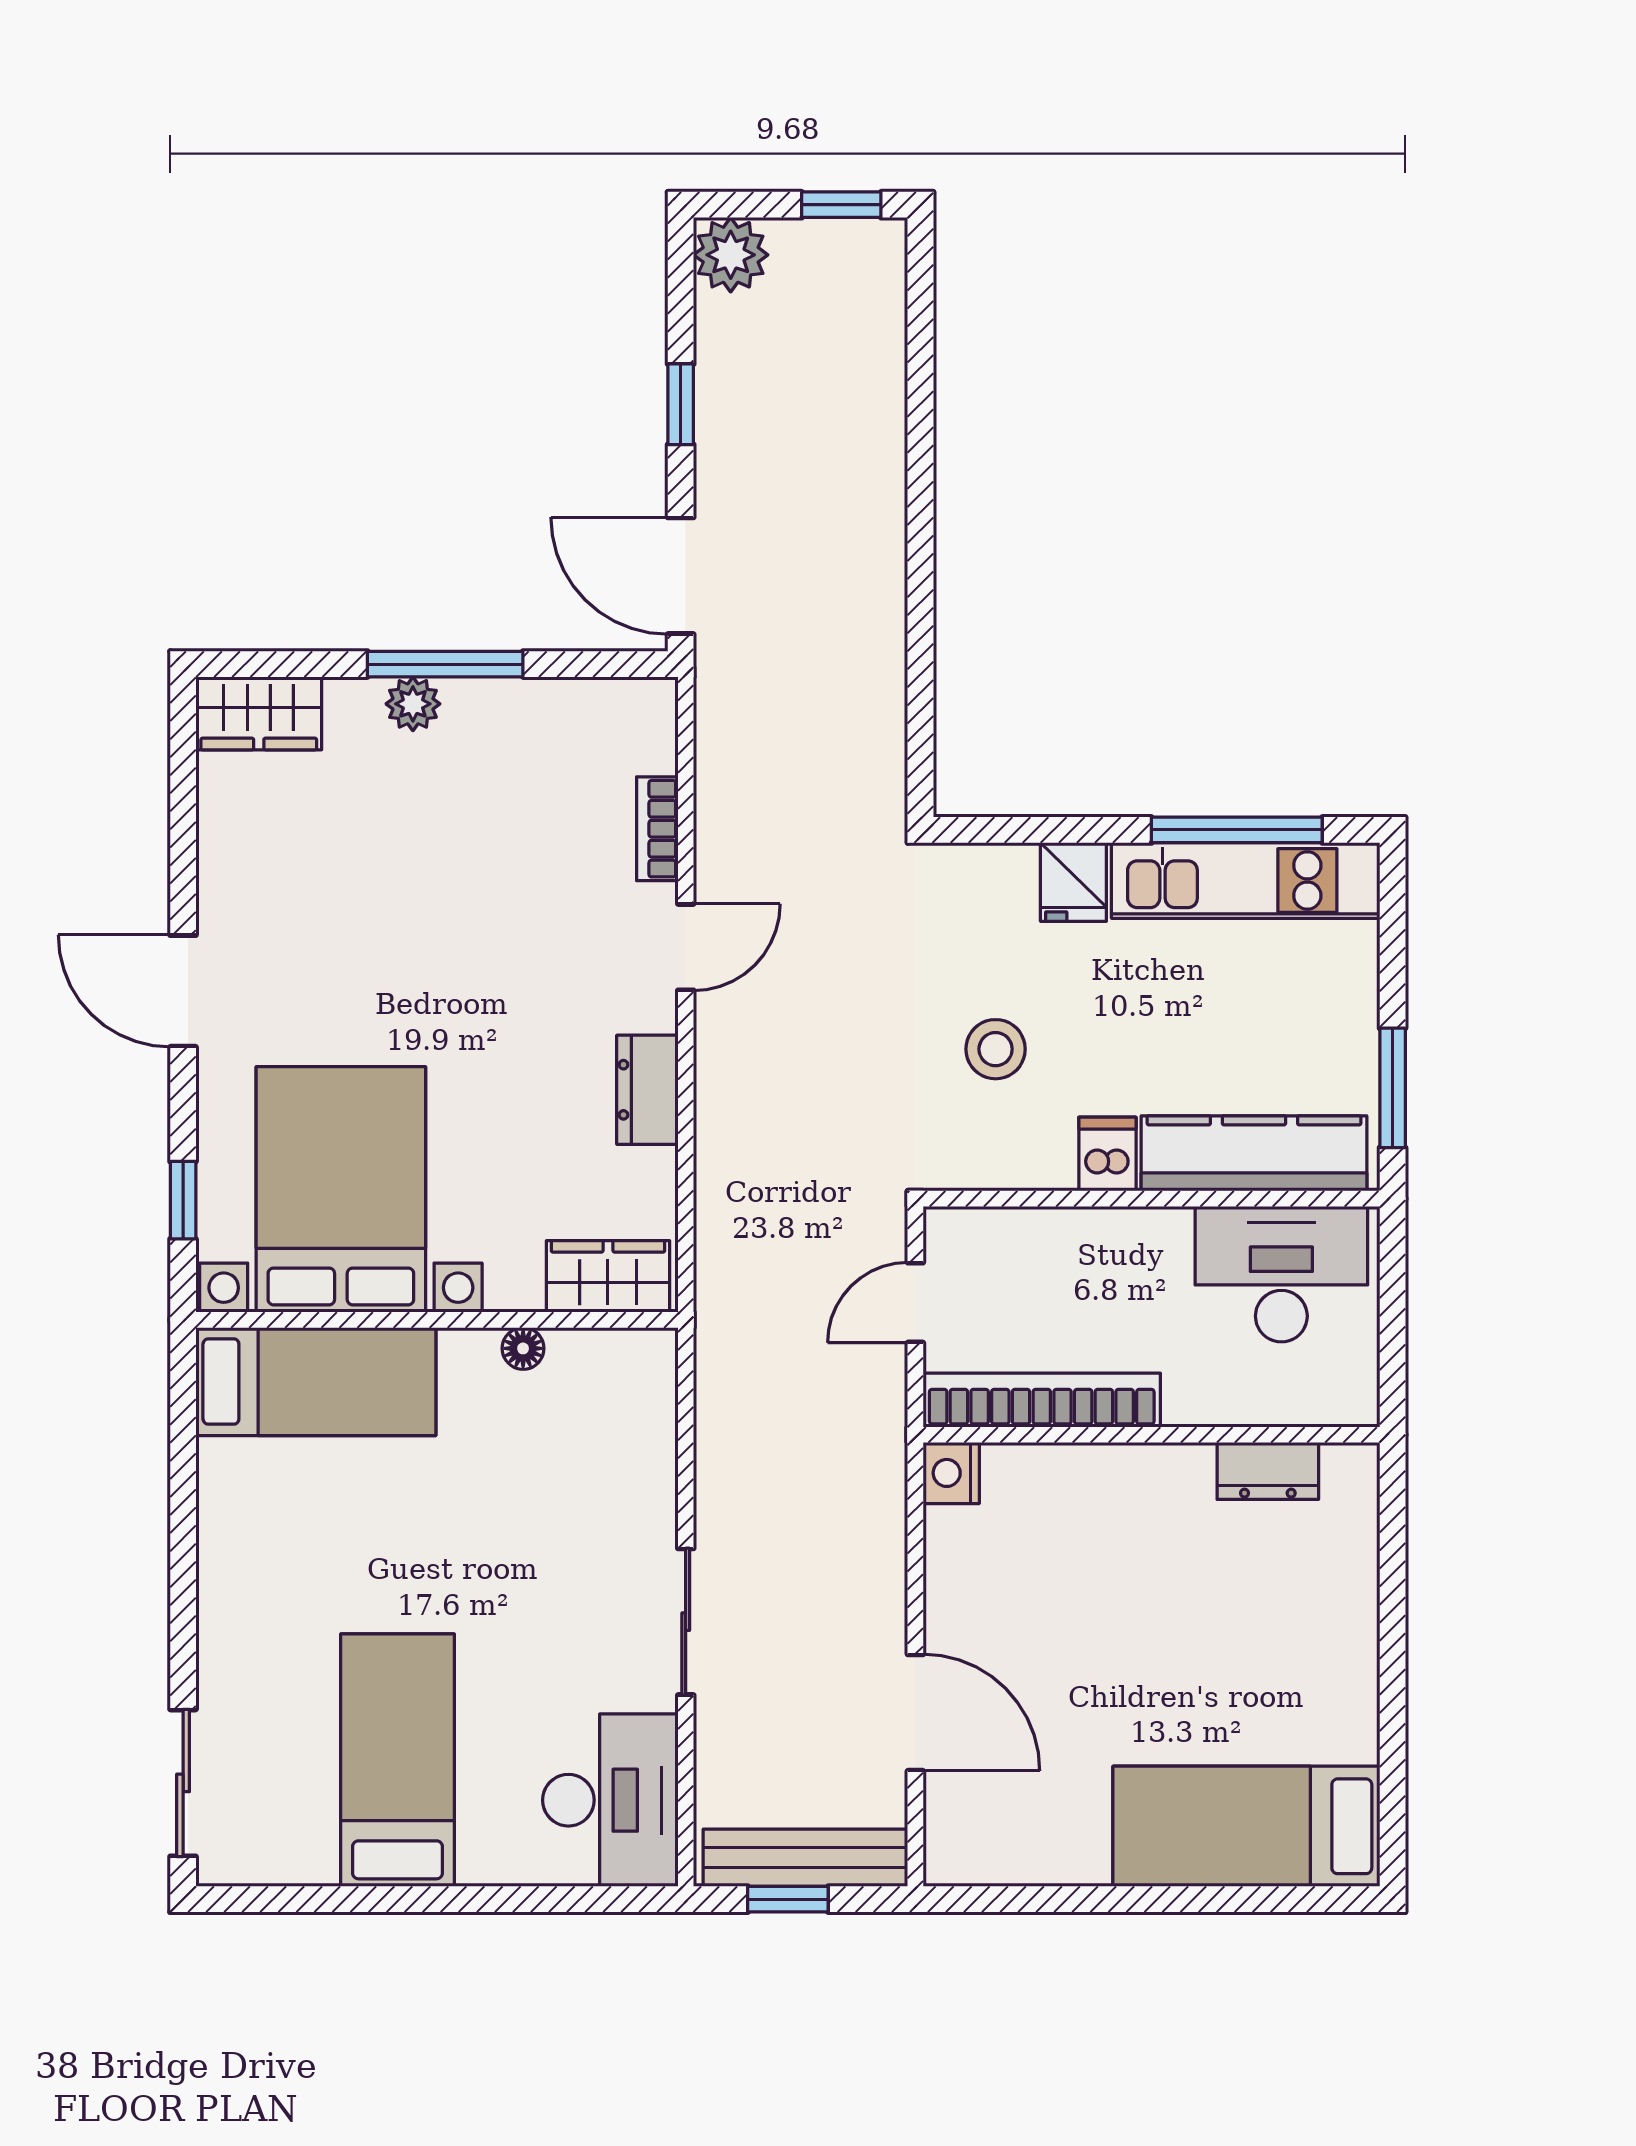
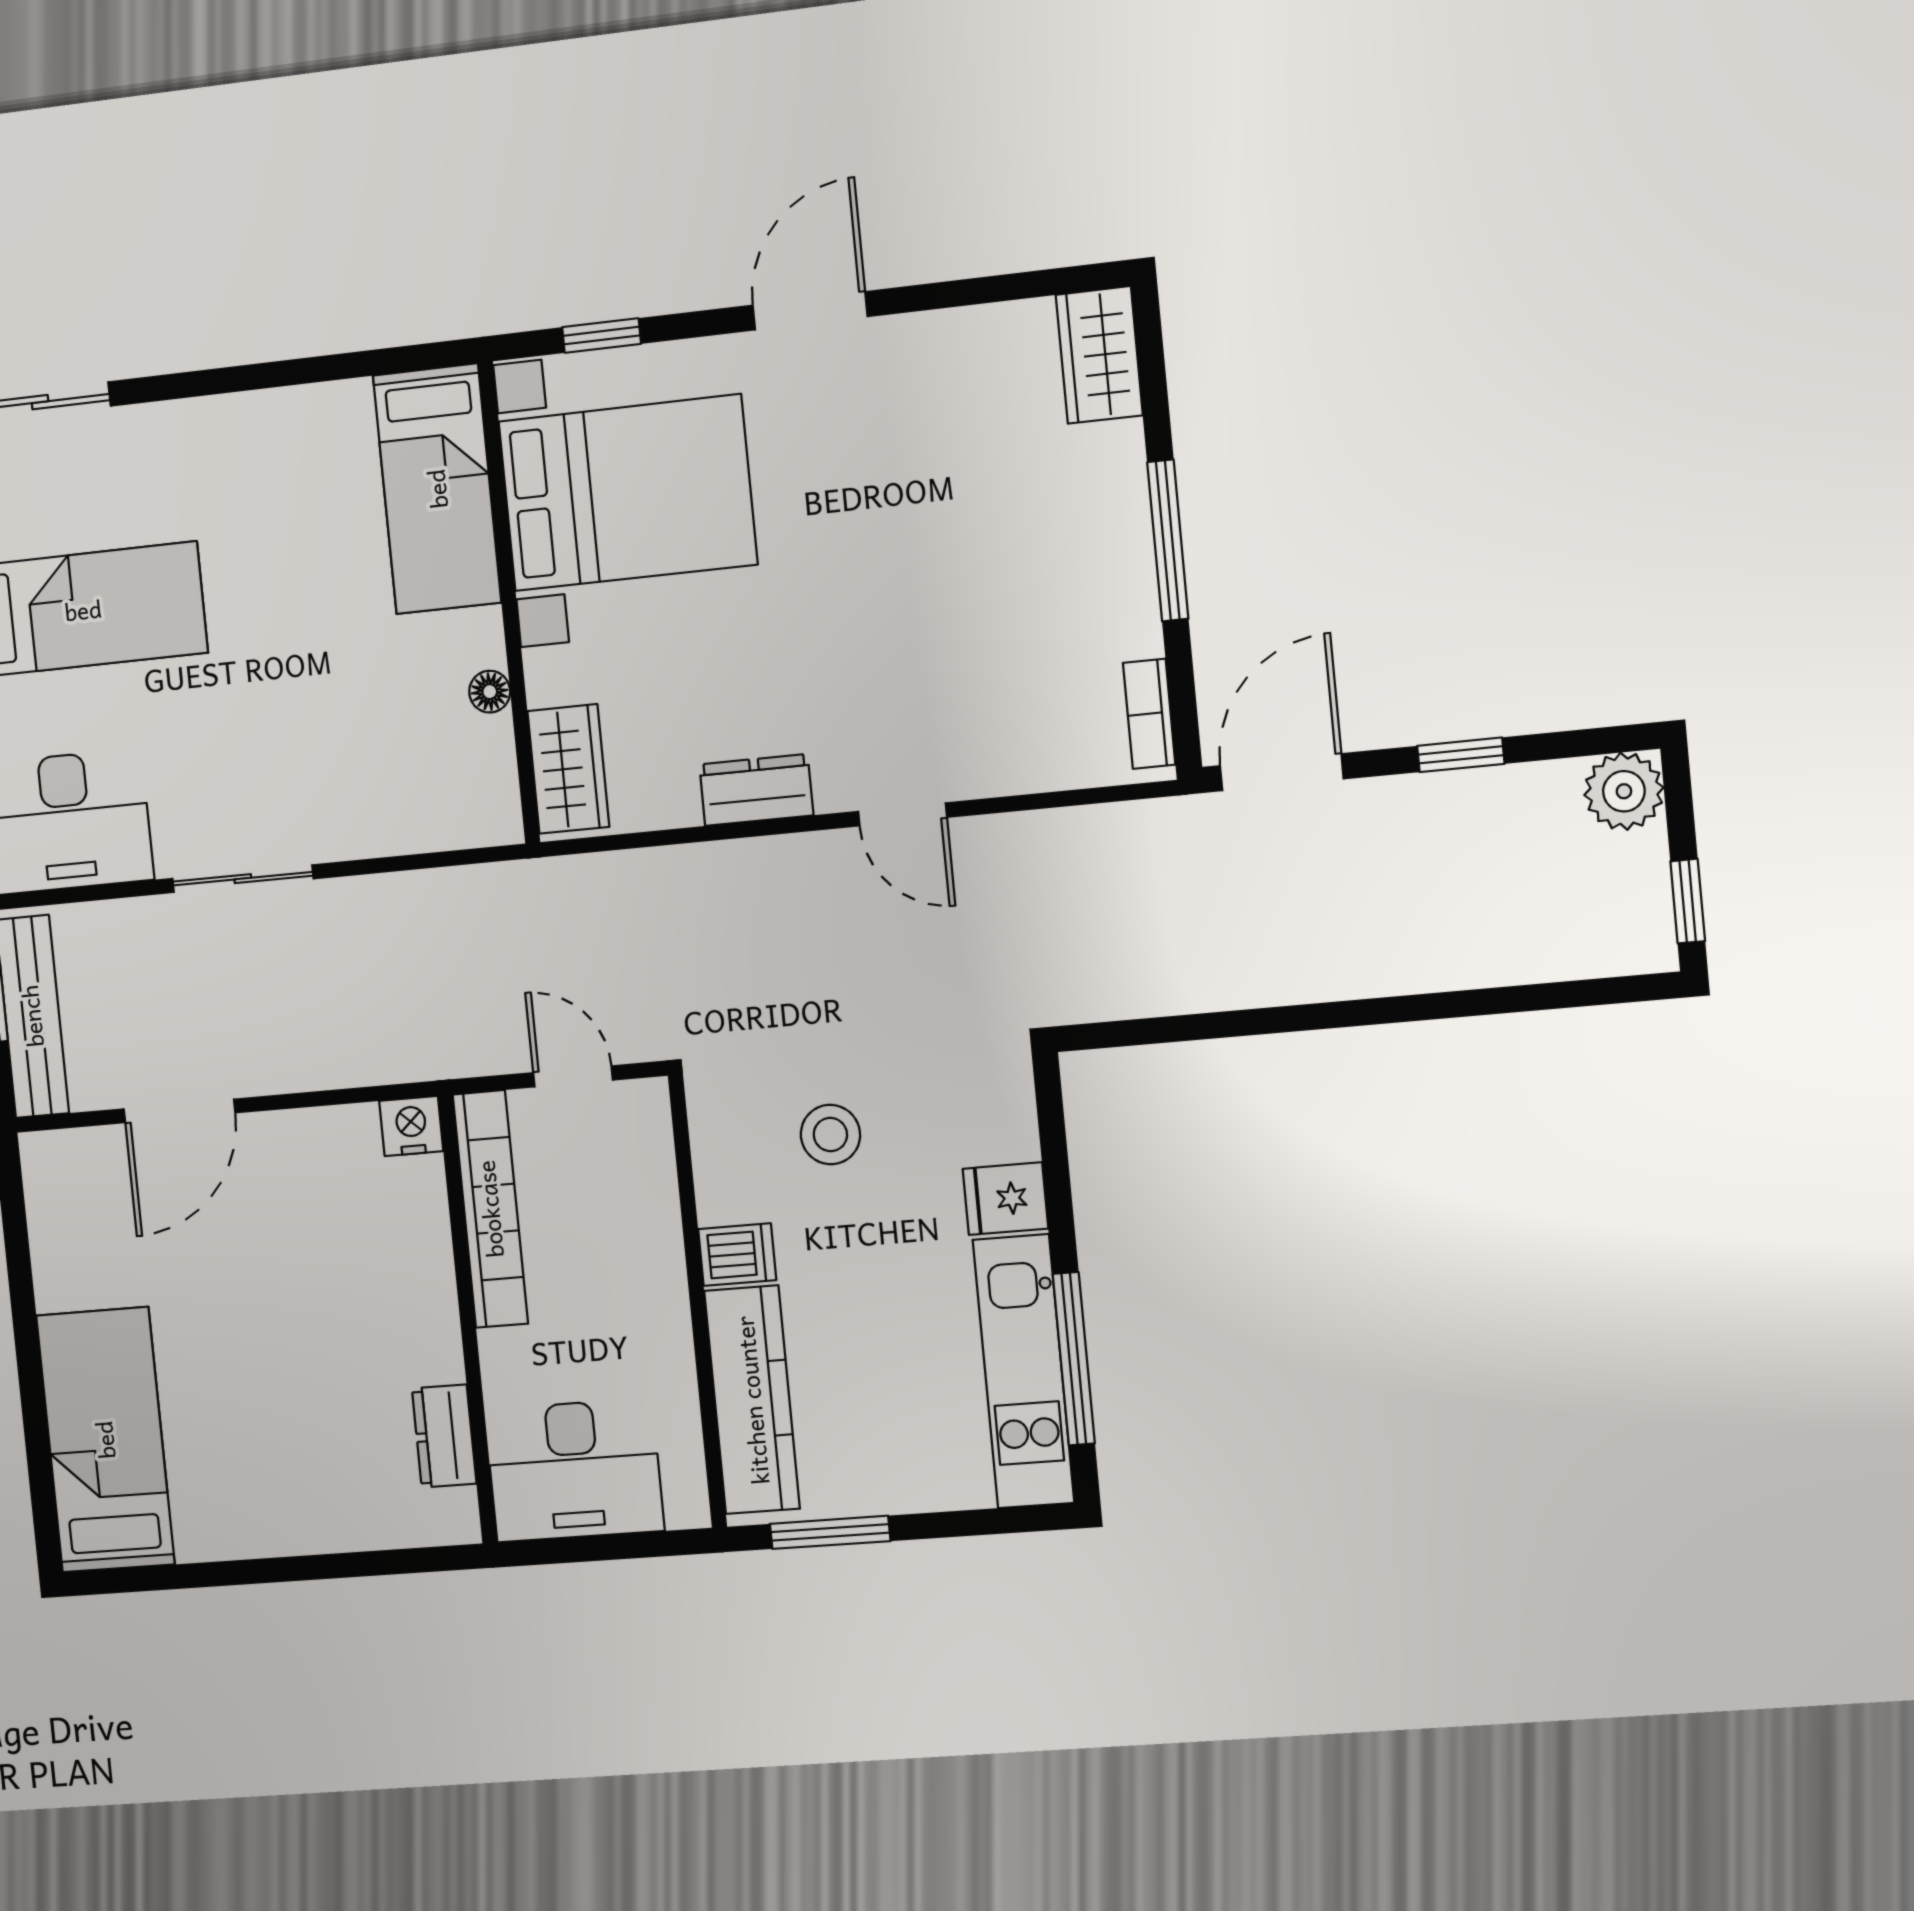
plant: (413, 704) -> (1124, 512), removed
bookcase: (657, 829) -> (1149, 714), moved, turned -90
desk: (1281, 1274) -> (574, 1470), moved, turned 90

